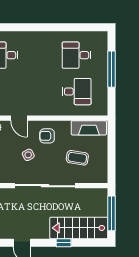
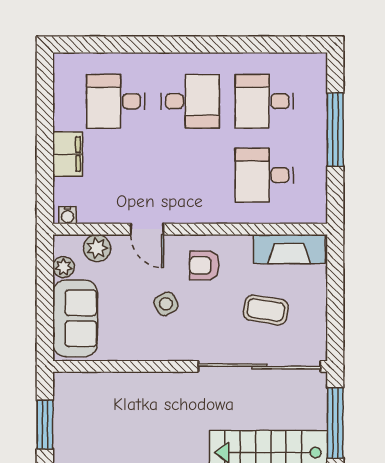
desk: (40, 55) -> (190, 101), added
desk: (77, 92) -> (264, 175), turned 180
sliding door: (45, 186) -> (259, 366), moved

